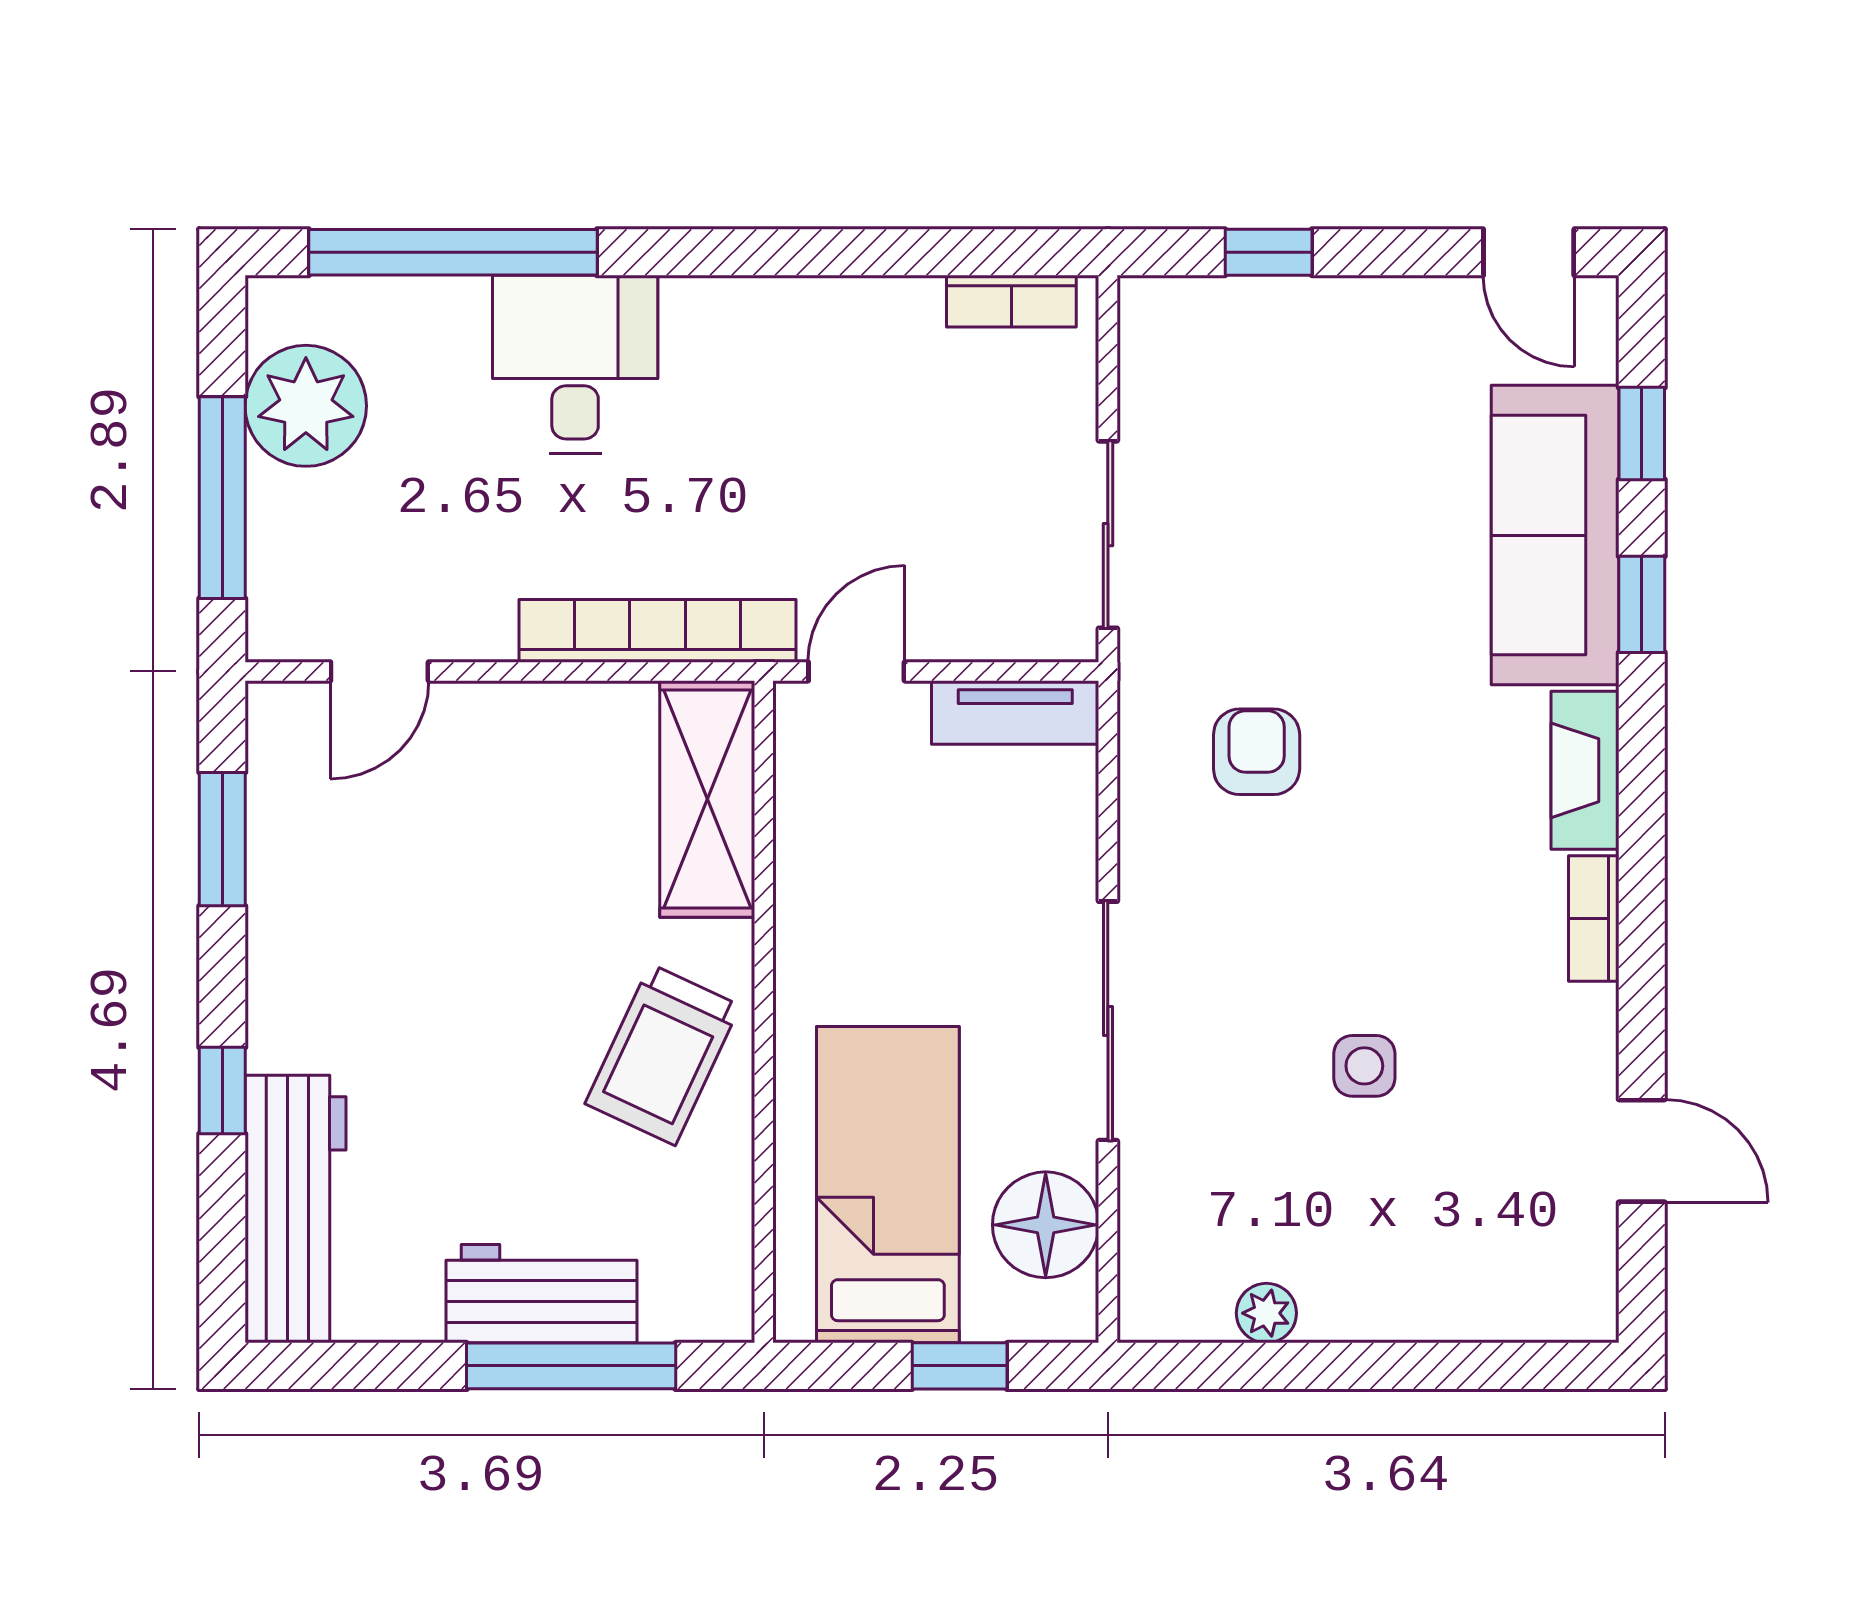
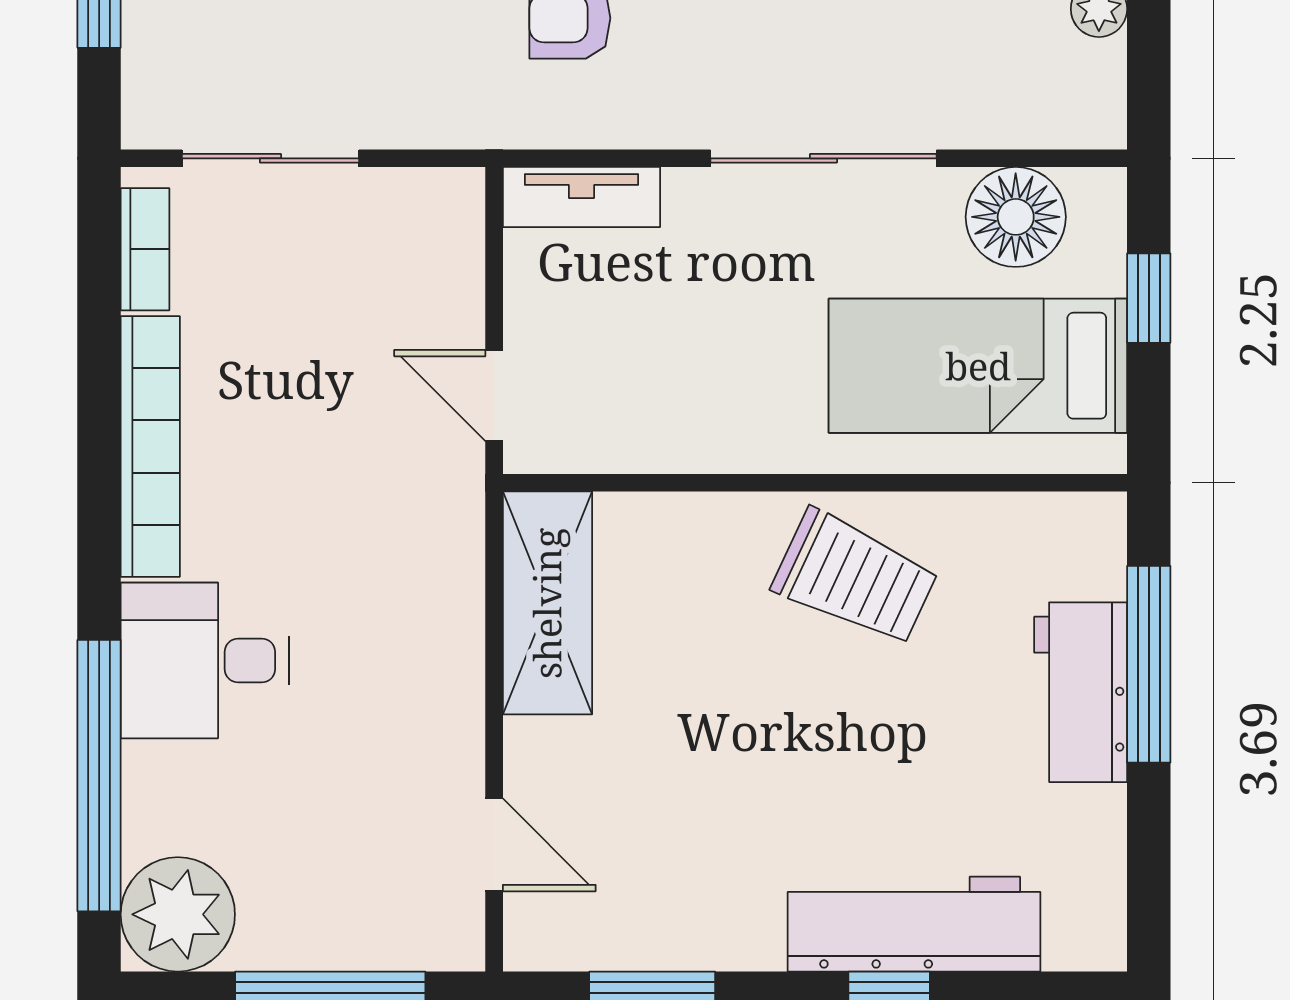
plant: (306, 406) -> (178, 914), moved
sliding door: (1108, 535) -> (270, 158), moved
bookcase: (658, 631) -> (150, 446), moved, turned 180
tv unit: (1015, 713) -> (581, 197), moved, turned 90
shelving: (707, 799) -> (547, 603), moved, turned 90
workbench: (295, 1209) -> (914, 924), moved

